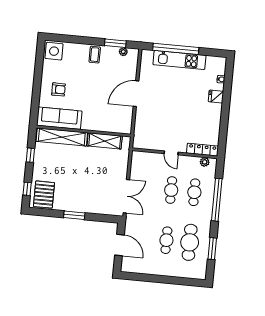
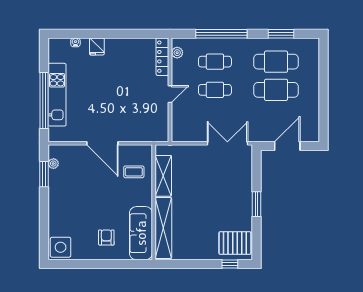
coffee table: (95, 55) -> (134, 172), moved
window: (30, 155) -> (189, 264), removed
cafe table: (166, 240) -> (276, 90), width x1.37, depth x1.35

